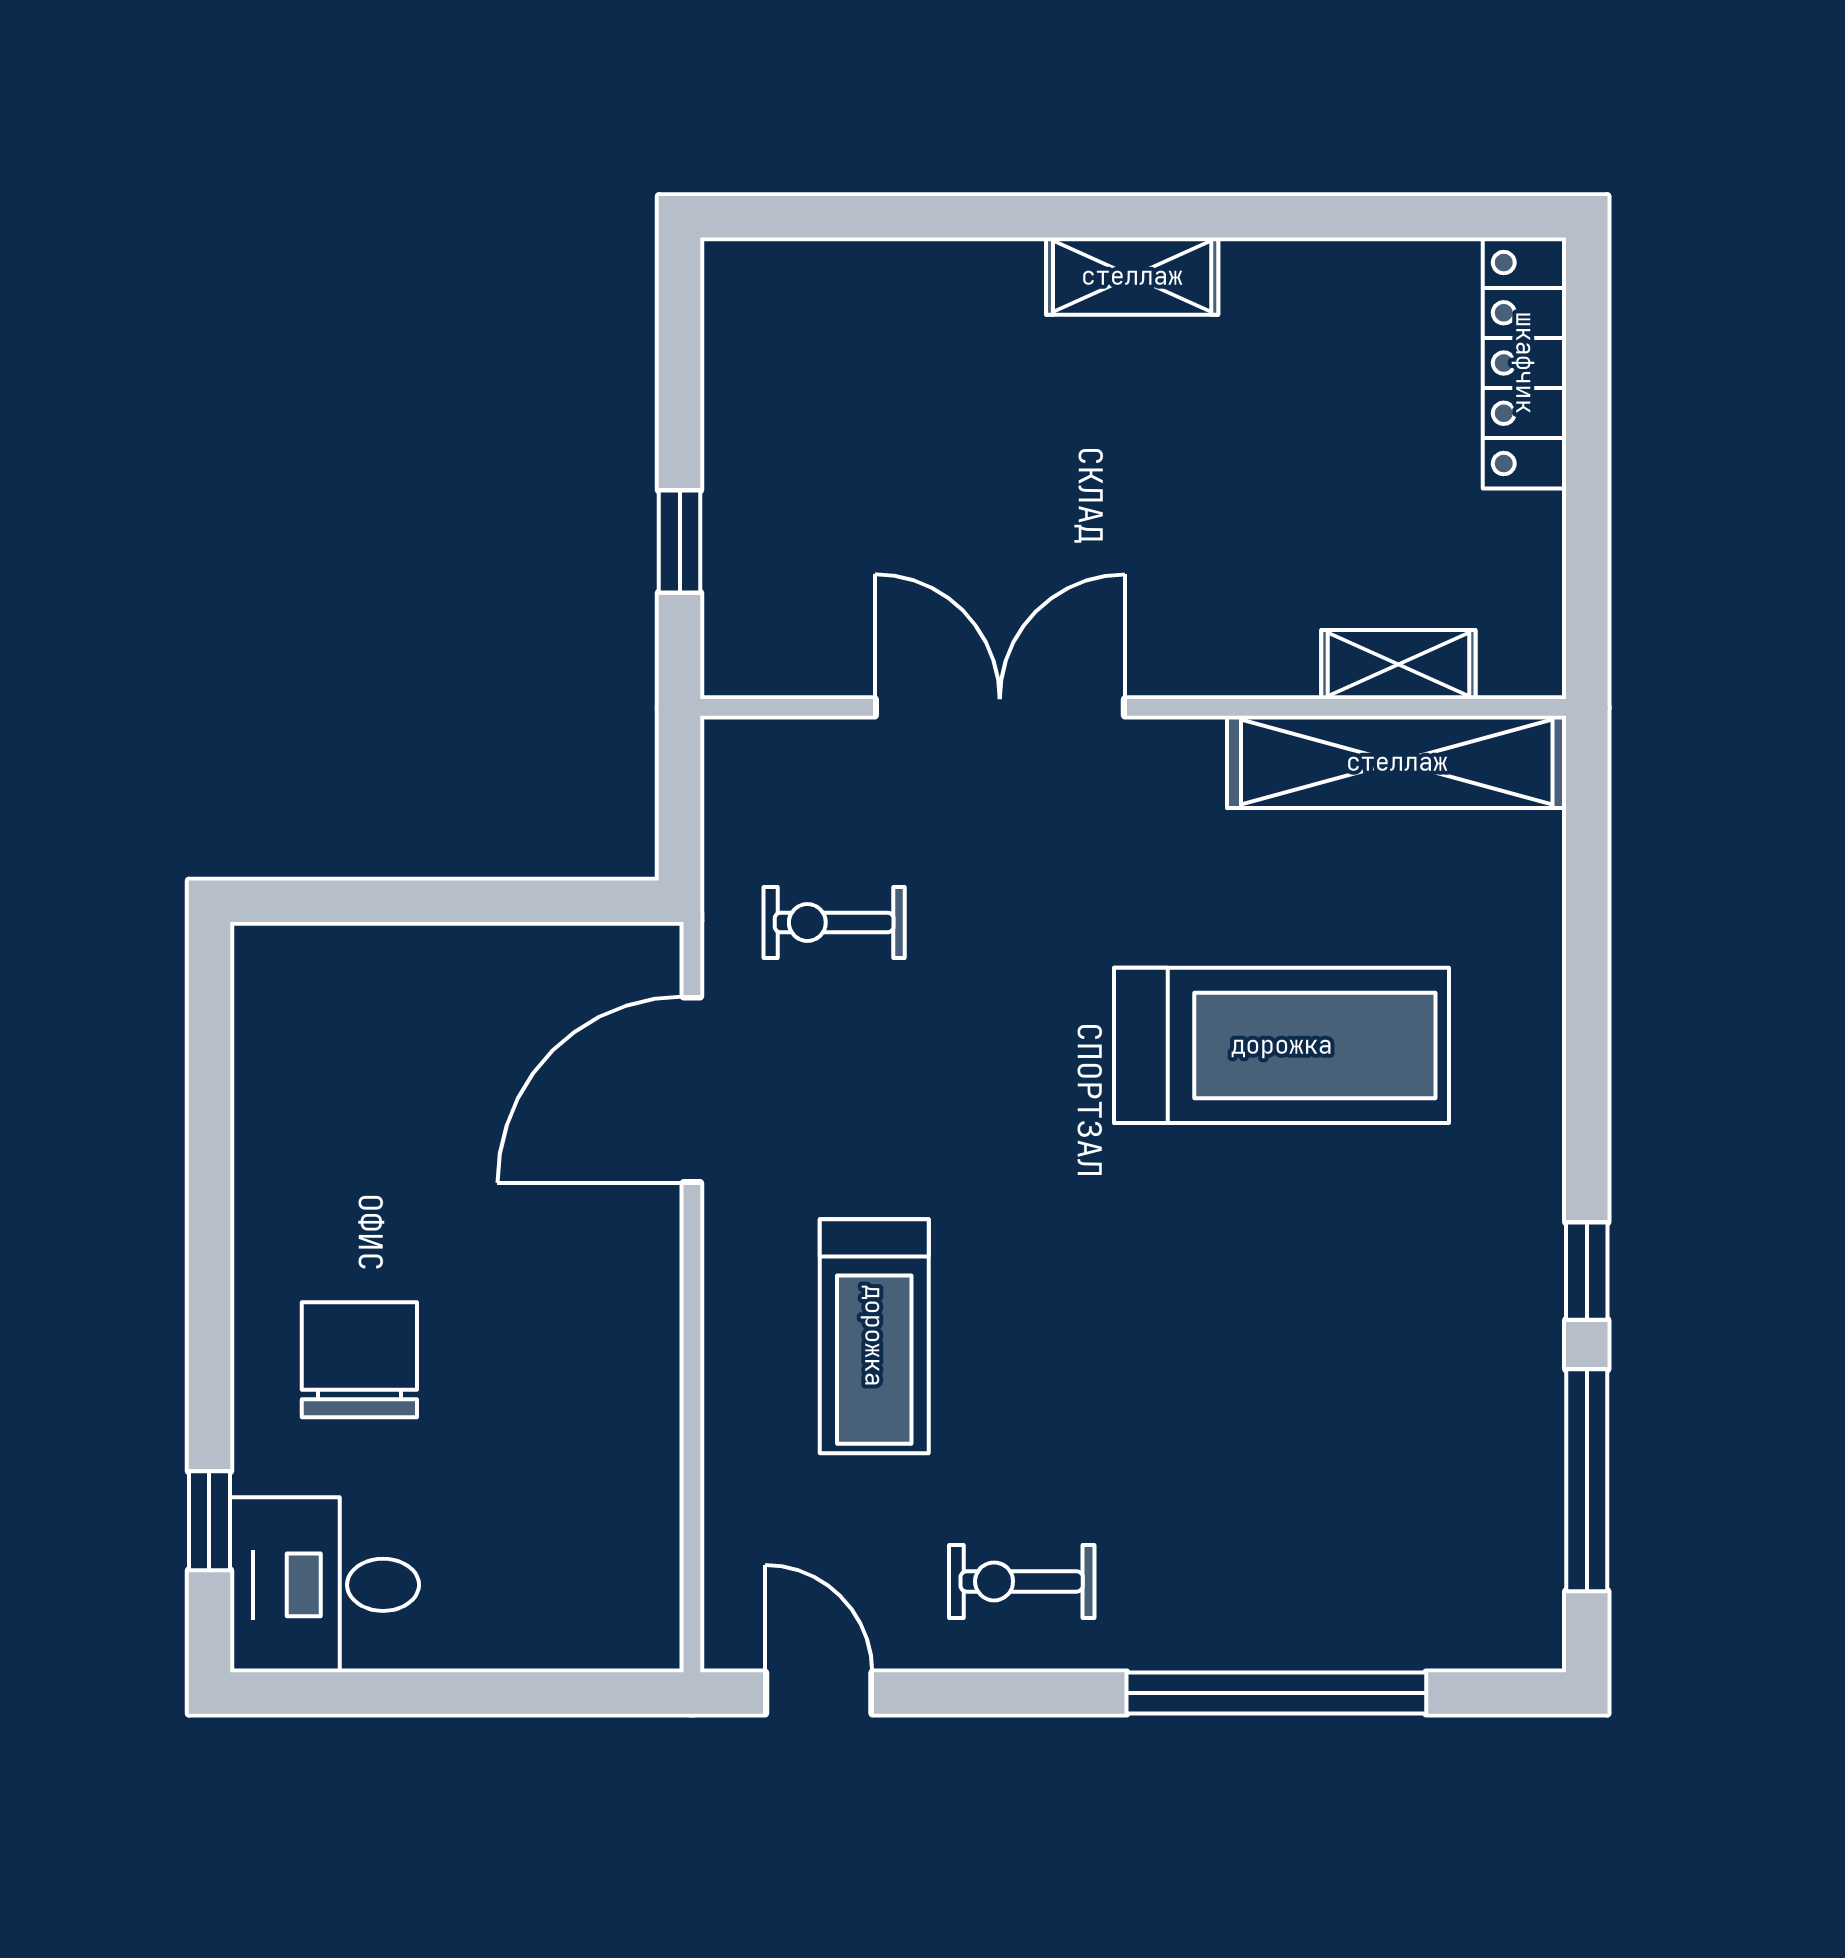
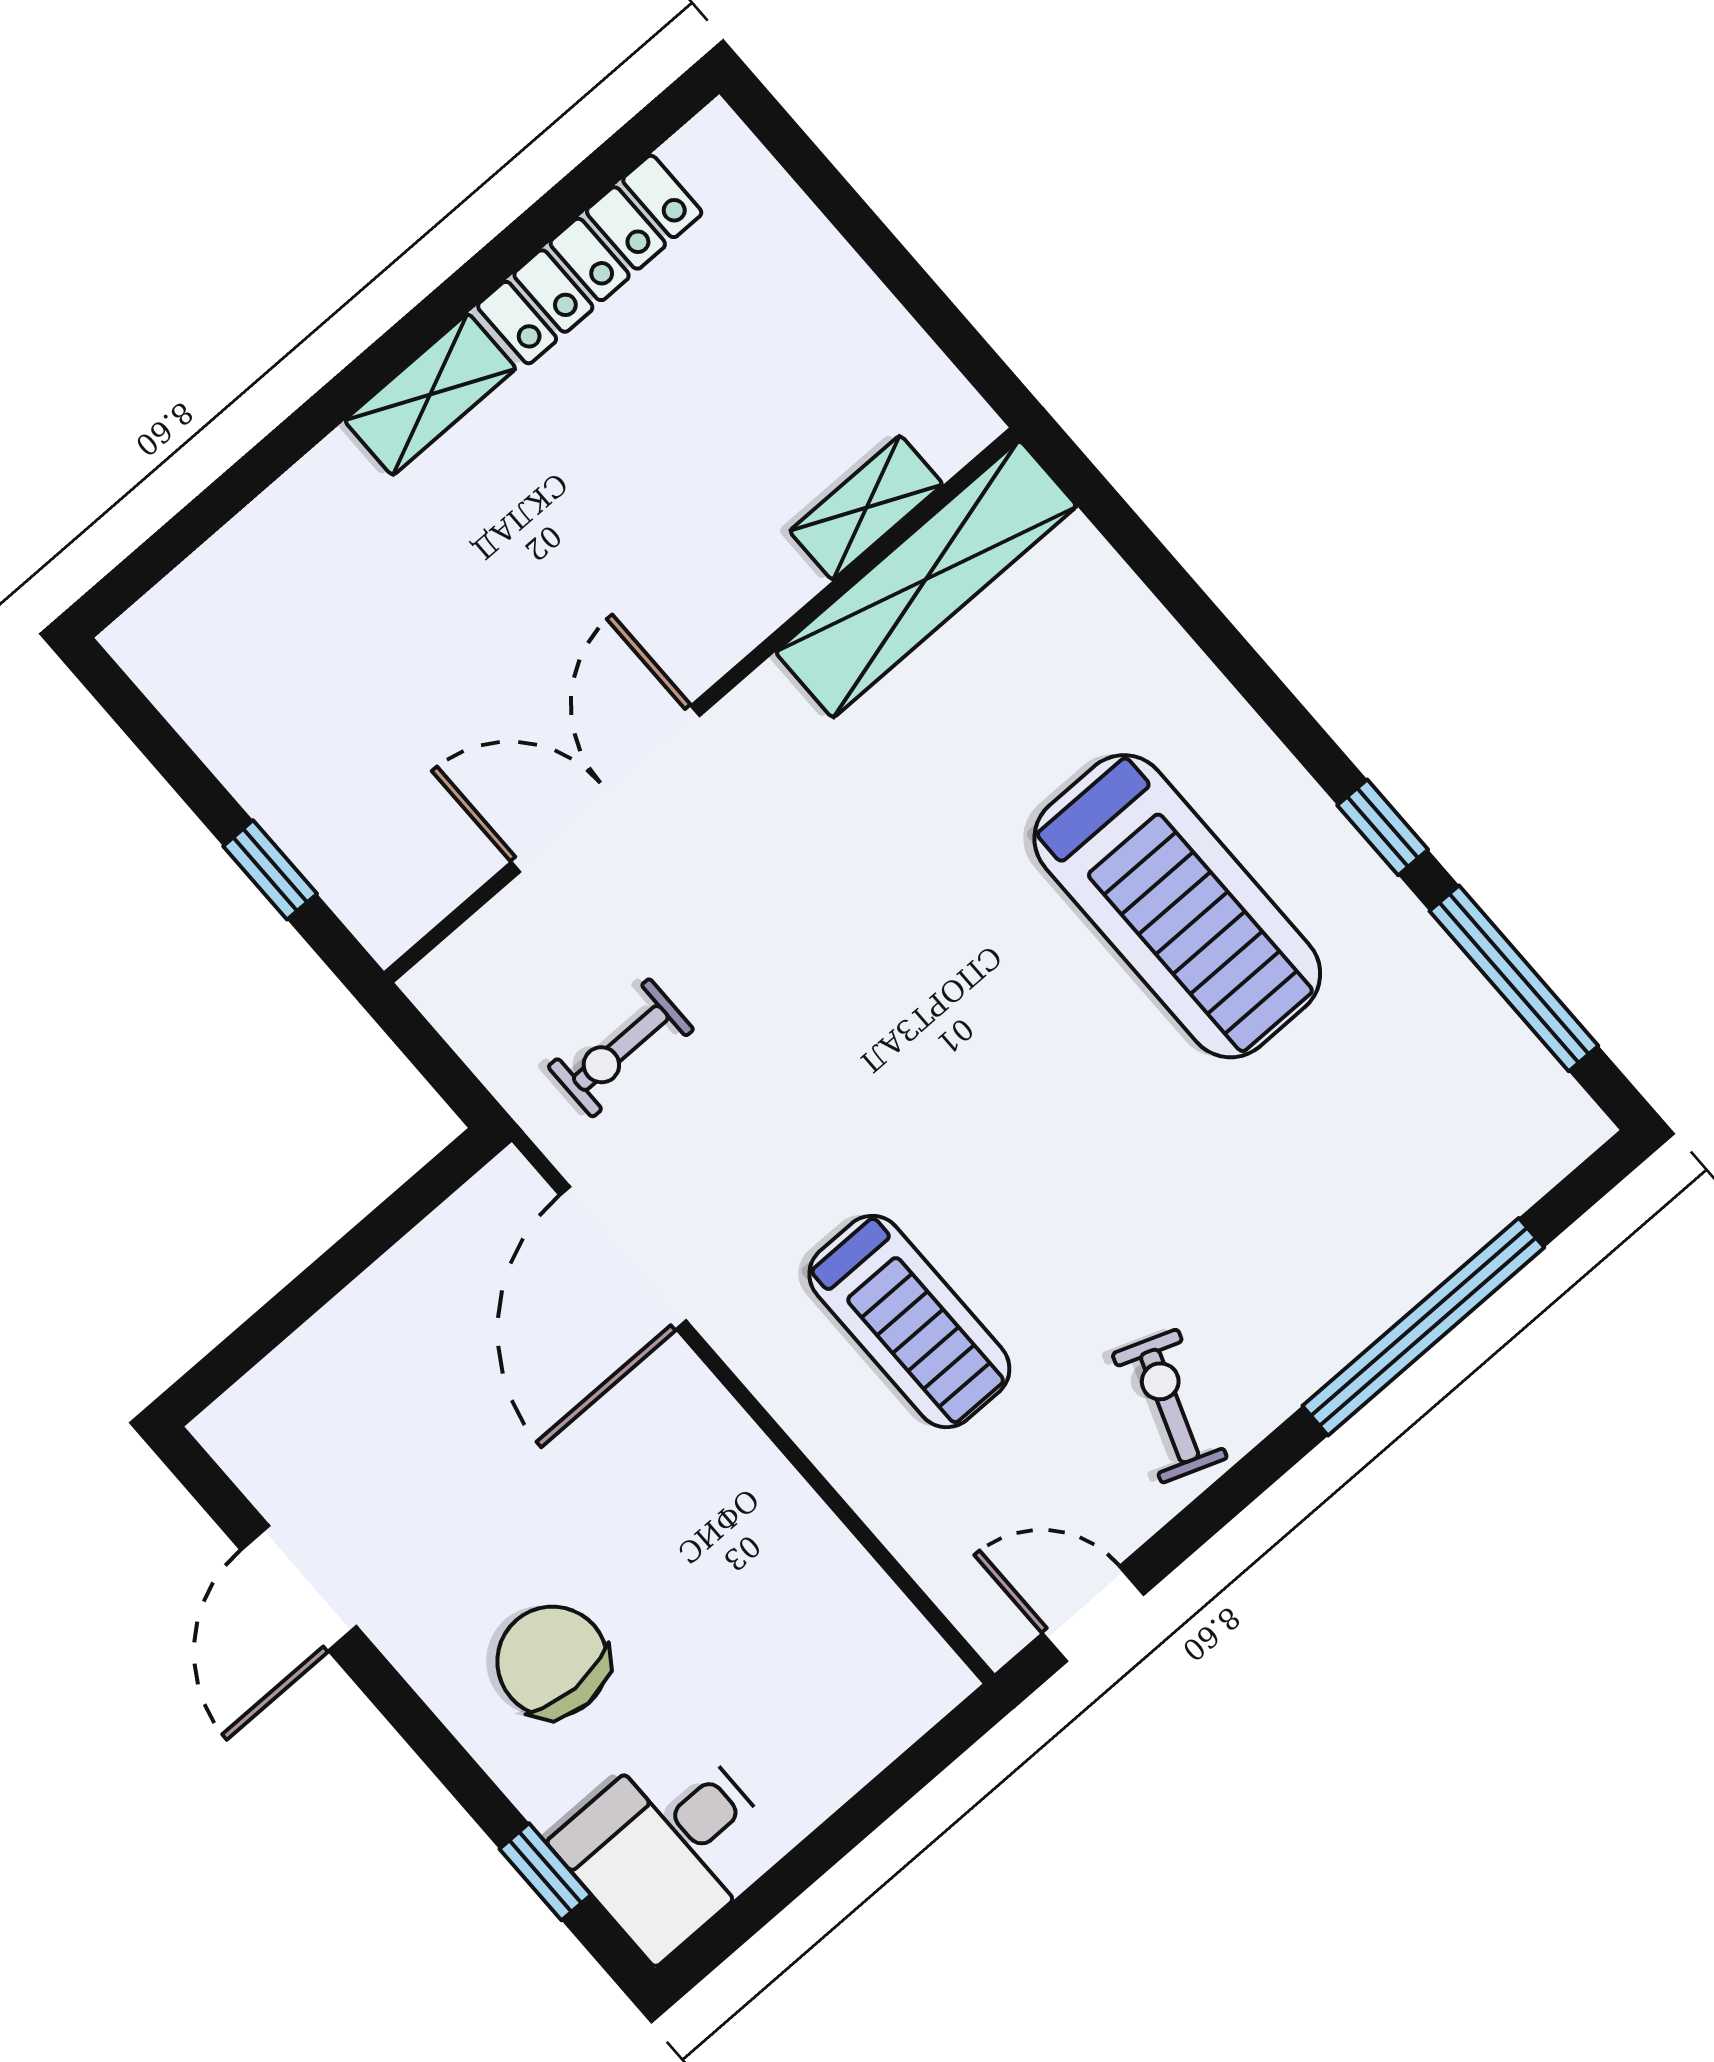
locker: (1525, 363) -> (590, 259), moved, turned -90
treadmill: (1282, 1045) -> (1177, 906), moved, turned 90
door: (209, 1128) -> (299, 1588), added
exercise bike: (1022, 1581) -> (1170, 1406), turned 110

